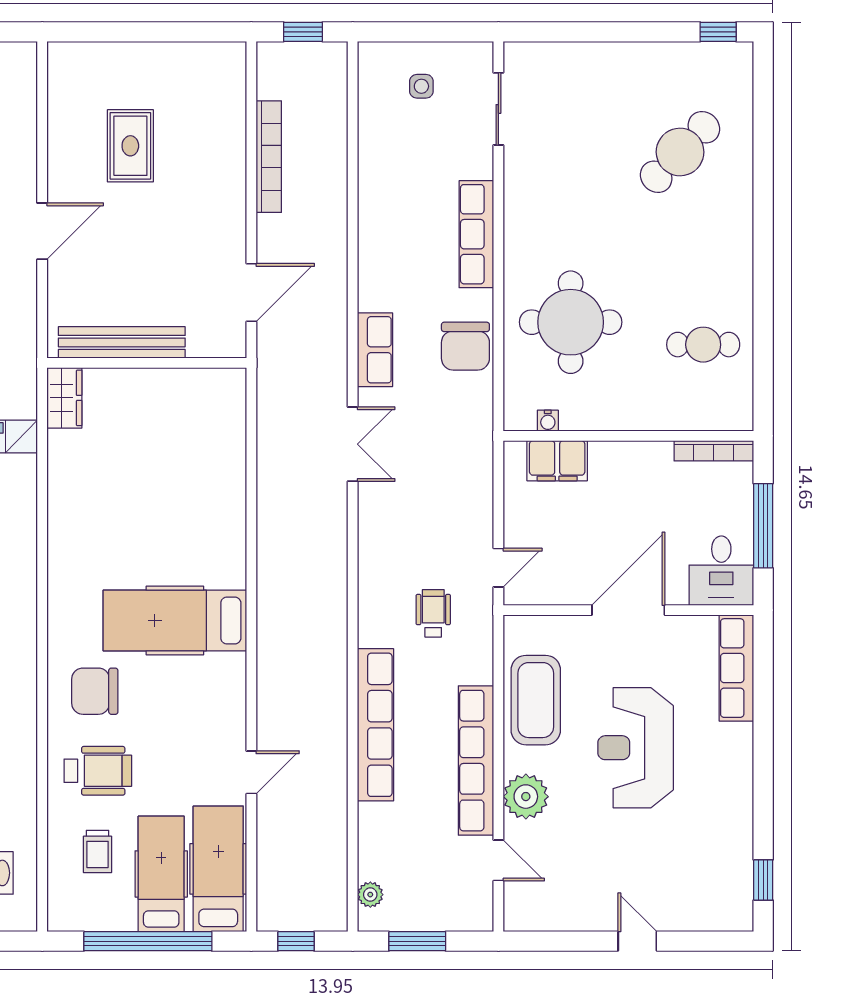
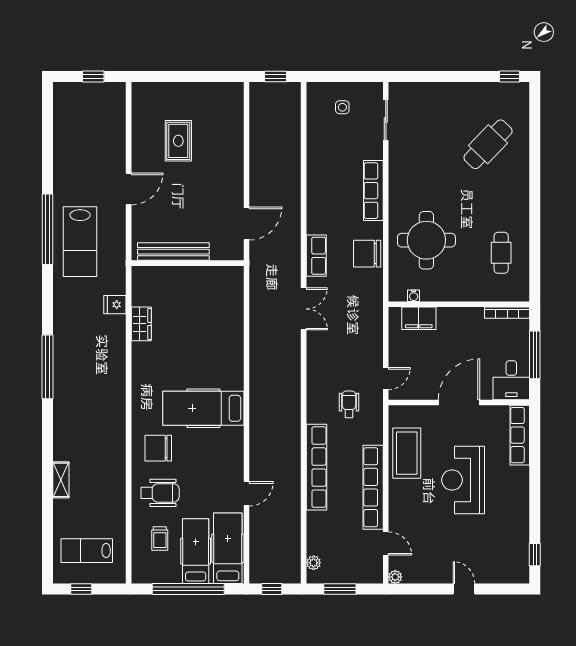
bookcase: (269, 157) -> (256, 147), removed
cafe table: (703, 345) -> (501, 253), turned 90
chair: (465, 346) -> (367, 254), turned 90
wardrobe: (64, 398) -> (141, 324), moved
plant: (526, 797) -> (395, 577), moved, width x0.53, depth x0.53

